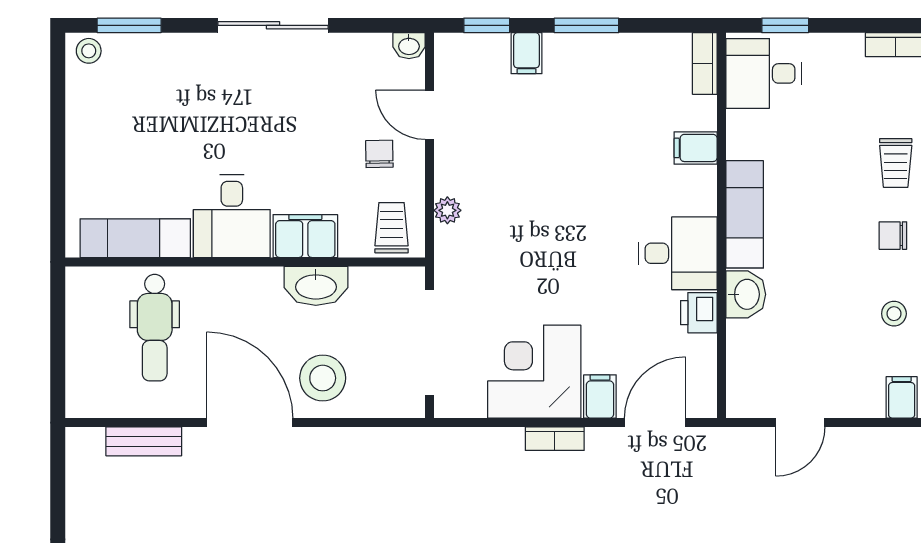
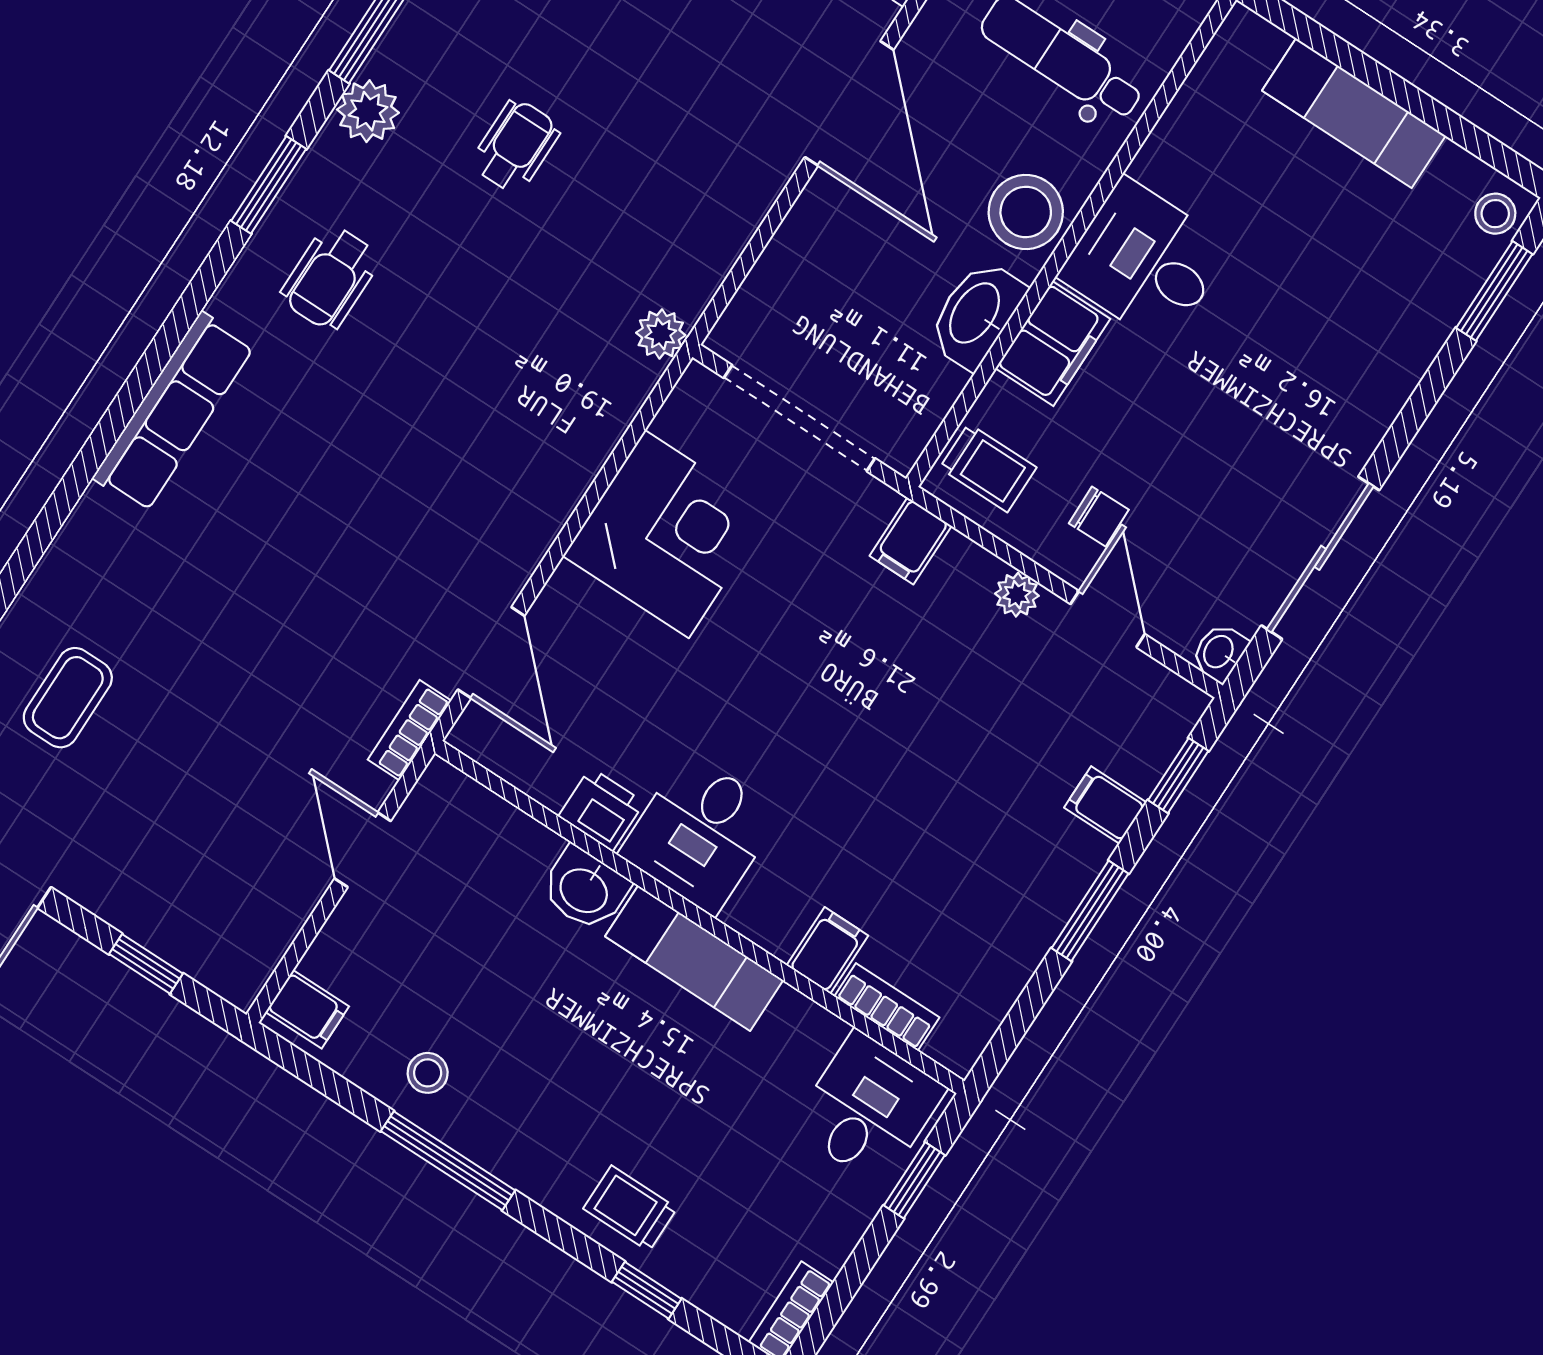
sliding door: (273, 25) -> (1320, 558), moved
bookcase: (705, 63) -> (887, 1007), moved
door: (429, 115) -> (1108, 619), hinge flipped
plant: (447, 210) -> (1017, 595), moved
chair: (893, 236) -> (534, 1141), removed
exam couch: (135, 238) -> (1354, 113), moved, turned 90
stool: (323, 378) -> (1026, 212), moved
filing cabinet: (600, 397) -> (911, 541), moved, turned 90
door: (250, 423) -> (849, 103), hinge flipped
bookcase: (555, 439) -> (409, 730), moved
plant: (433, 442) -> (661, 334), added

